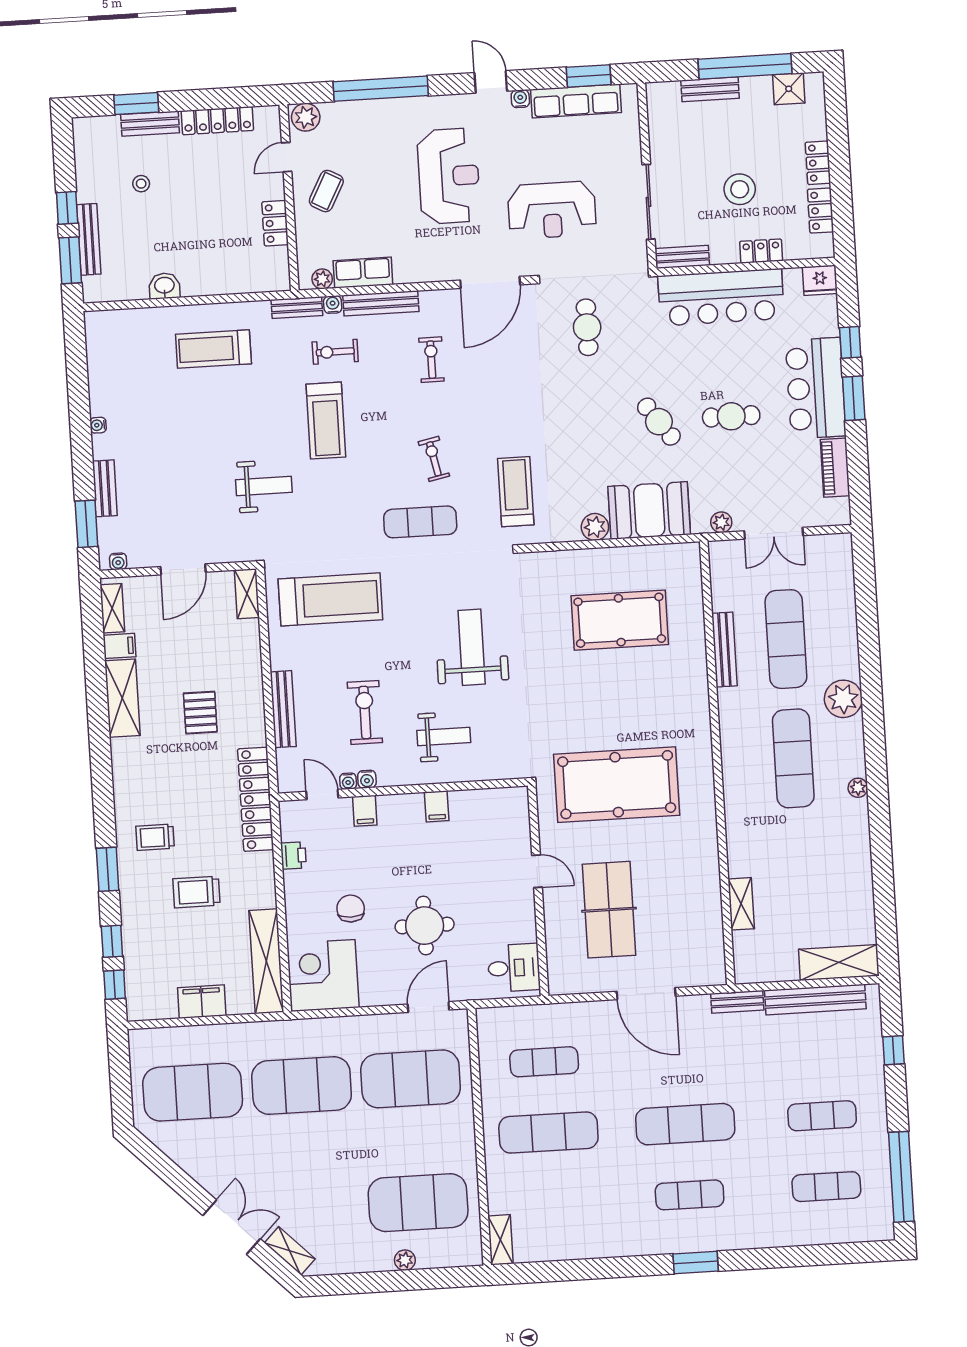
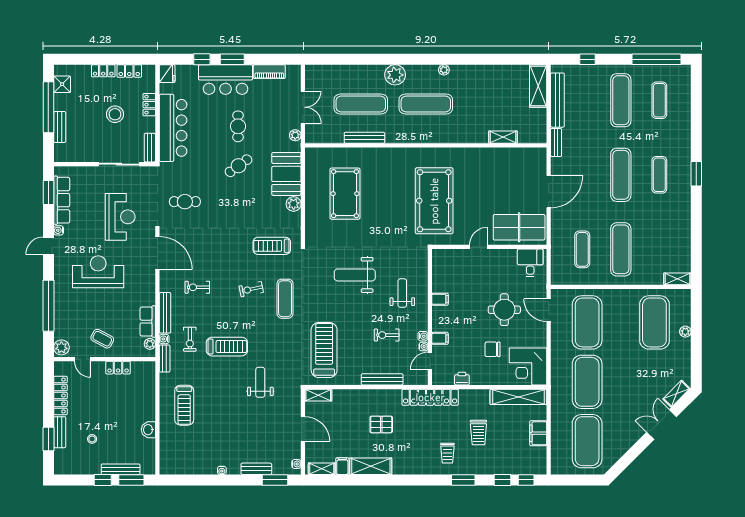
exercise bike: (365, 712) -> (387, 335), width x0.73, depth x0.72
table tennis table: (609, 910) -> (519, 227), moved
exercise mat: (822, 1116) -> (621, 100), width x1.36, depth x1.45

